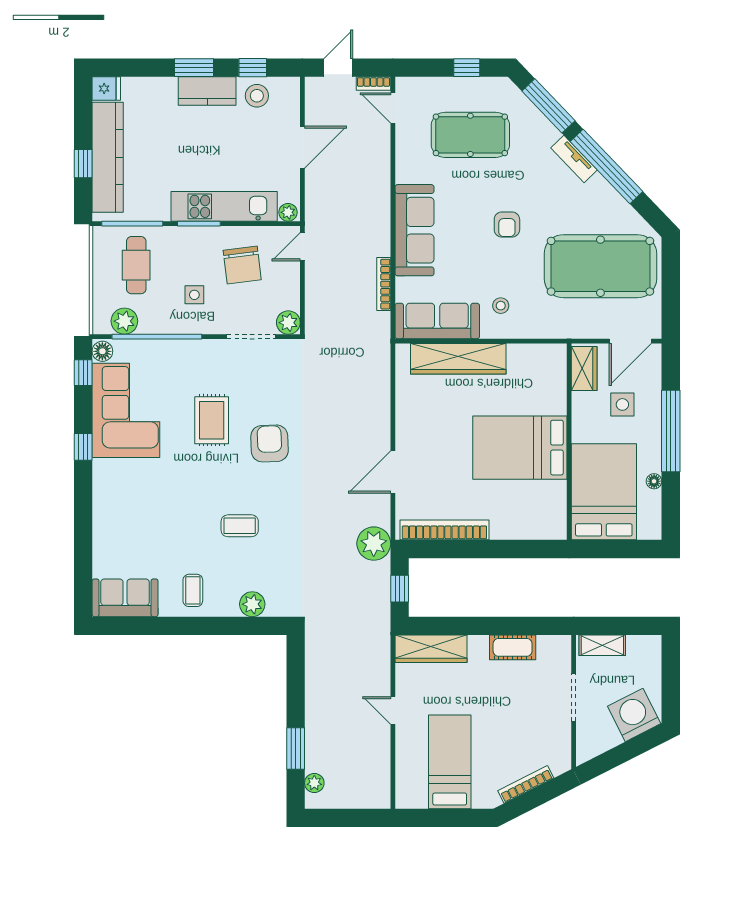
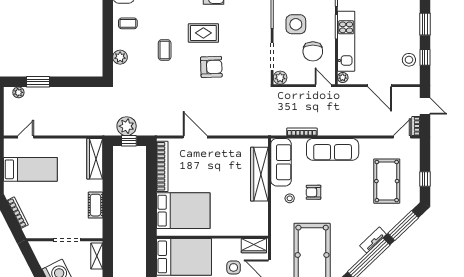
kitchen counter: (207, 91) -> (412, 31), removed
armchair: (507, 225) -> (313, 192), moved
chair: (242, 265) -> (313, 51), turned -83
side table: (194, 295) -> (296, 24), width x1.87, depth x1.87
rug: (212, 420) -> (203, 33), moved
bed: (520, 448) -> (183, 211), moved, turned 90
plant: (374, 544) -> (127, 126), moved
door: (393, 711) -> (26, 137), moved

